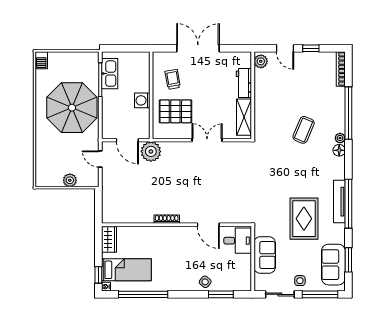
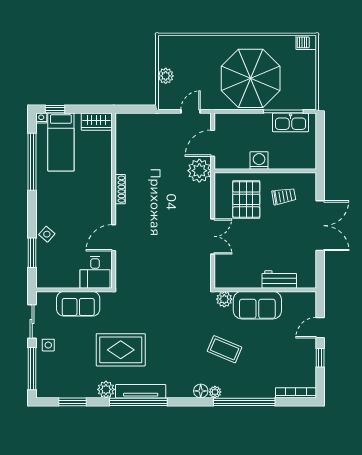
plant: (261, 61) -> (224, 299), moved
shelving: (244, 117) -> (240, 280), removed
plant: (338, 231) -> (106, 389), added
sofa: (333, 265) -> (257, 305), moved, turned 180

